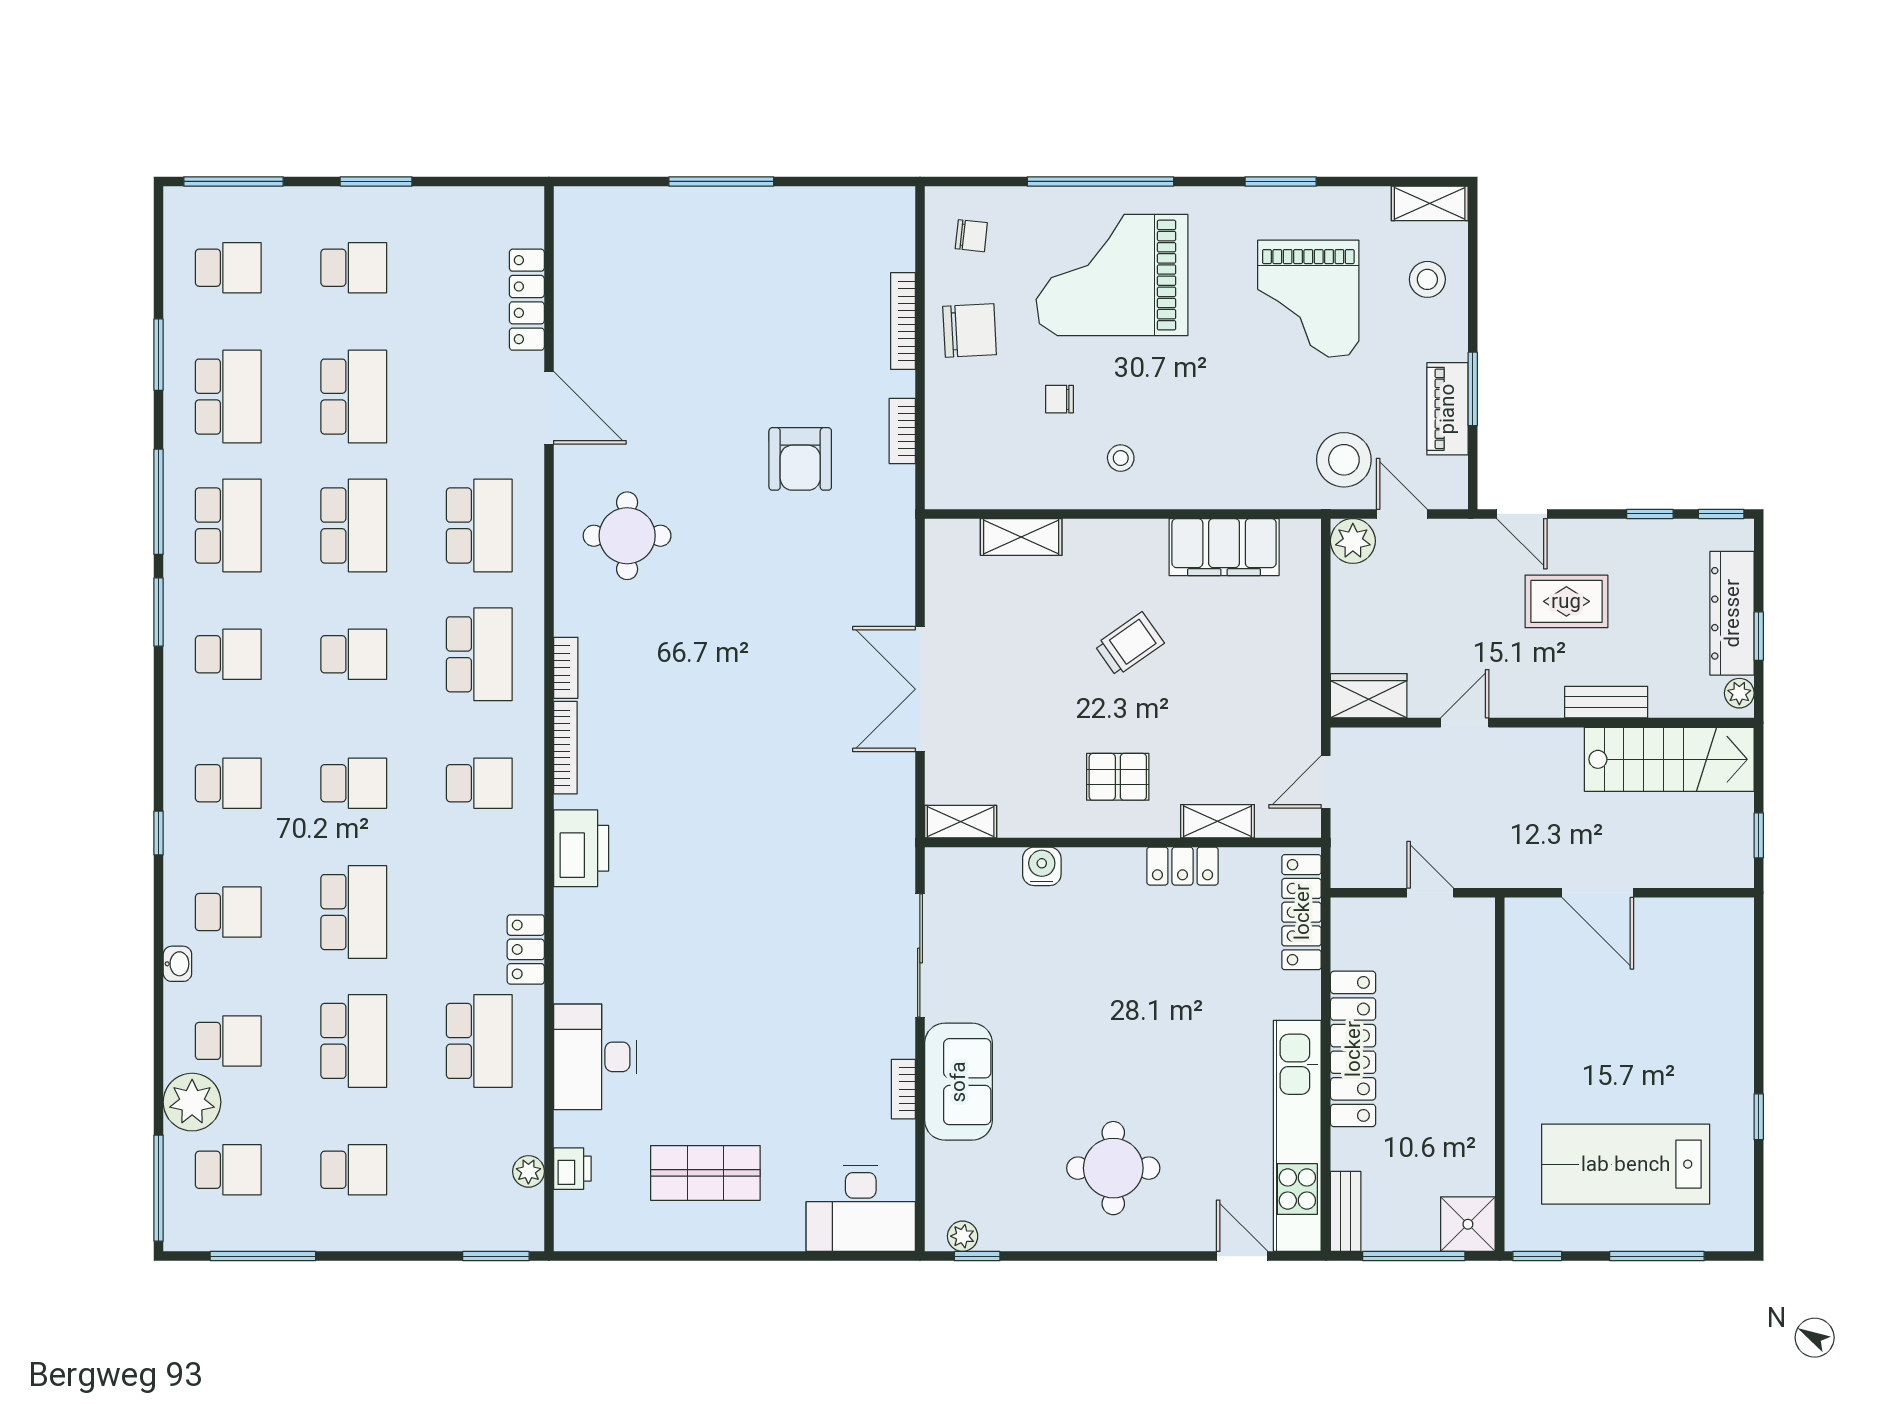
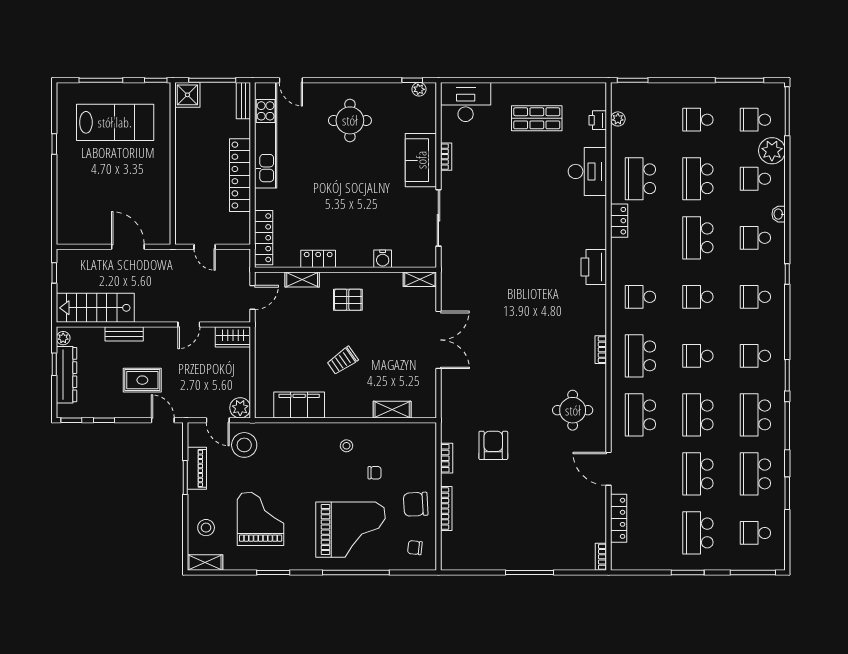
school desk: (354, 268) -> (698, 533), width x1.85
bookcase: (565, 748) -> (601, 557), moved, width x0.64

